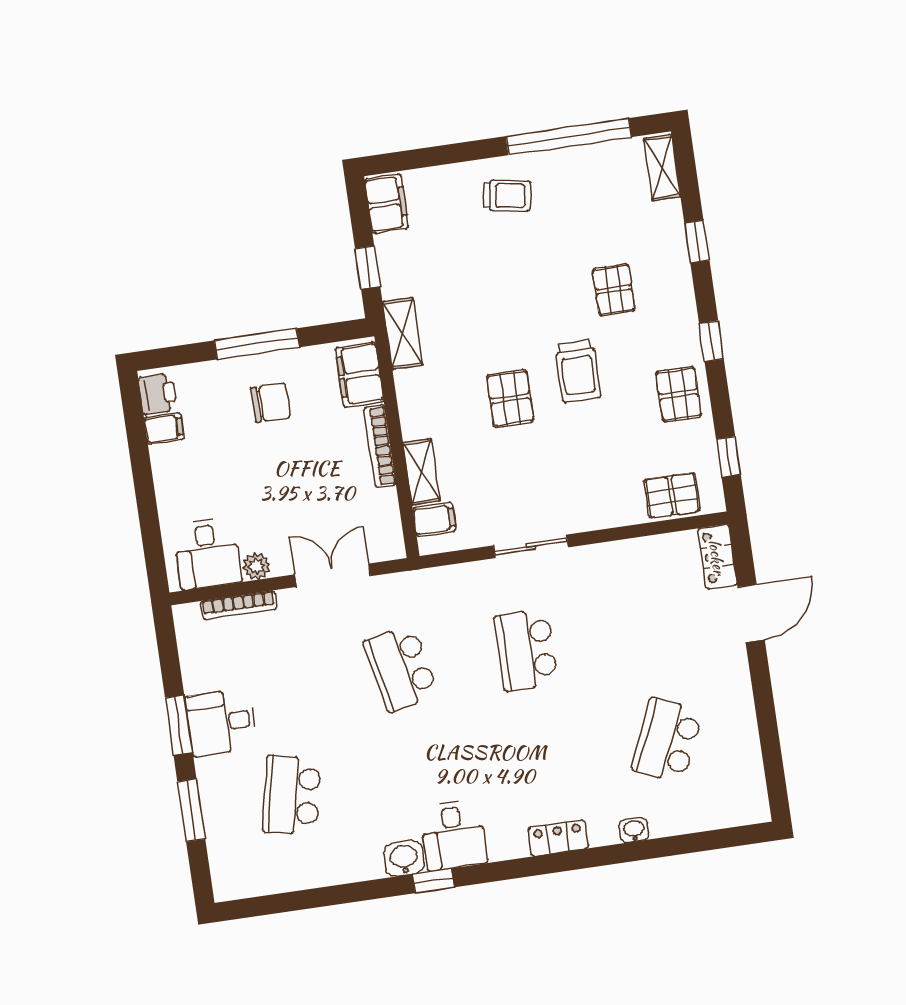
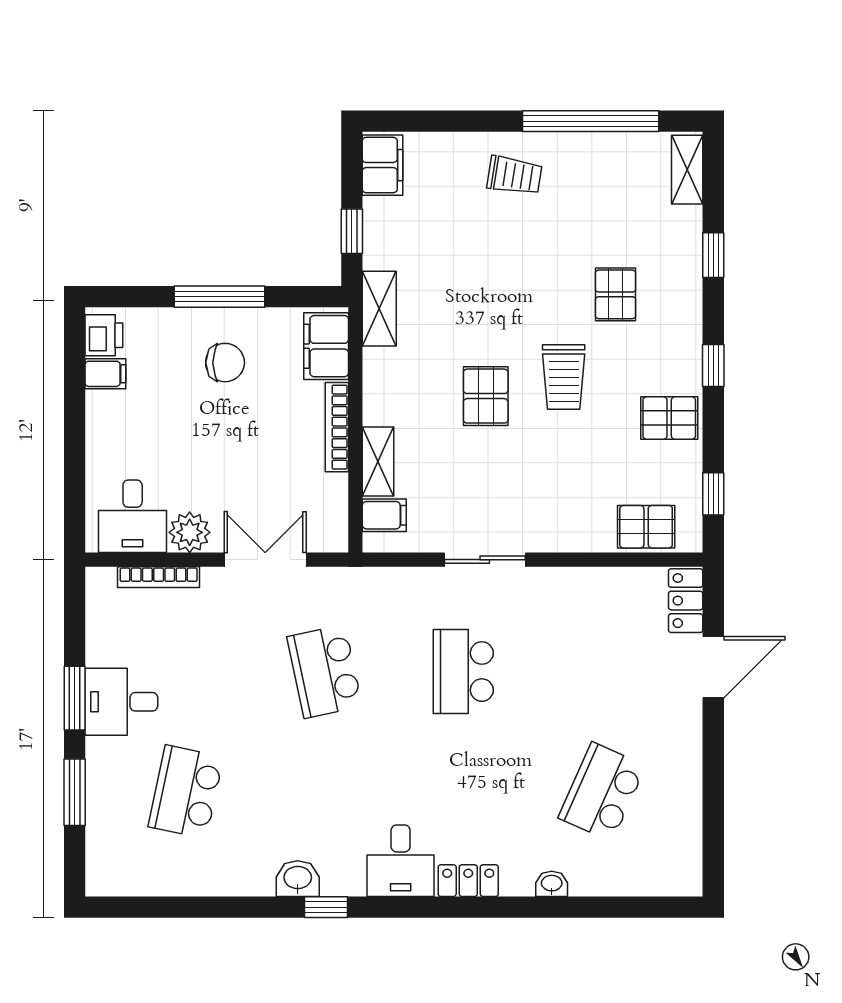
pallet: (679, 394) -> (669, 418), turned 90
plant: (257, 566) -> (190, 532), width x1.38, depth x1.38
desk: (453, 835) -> (401, 861), moved

